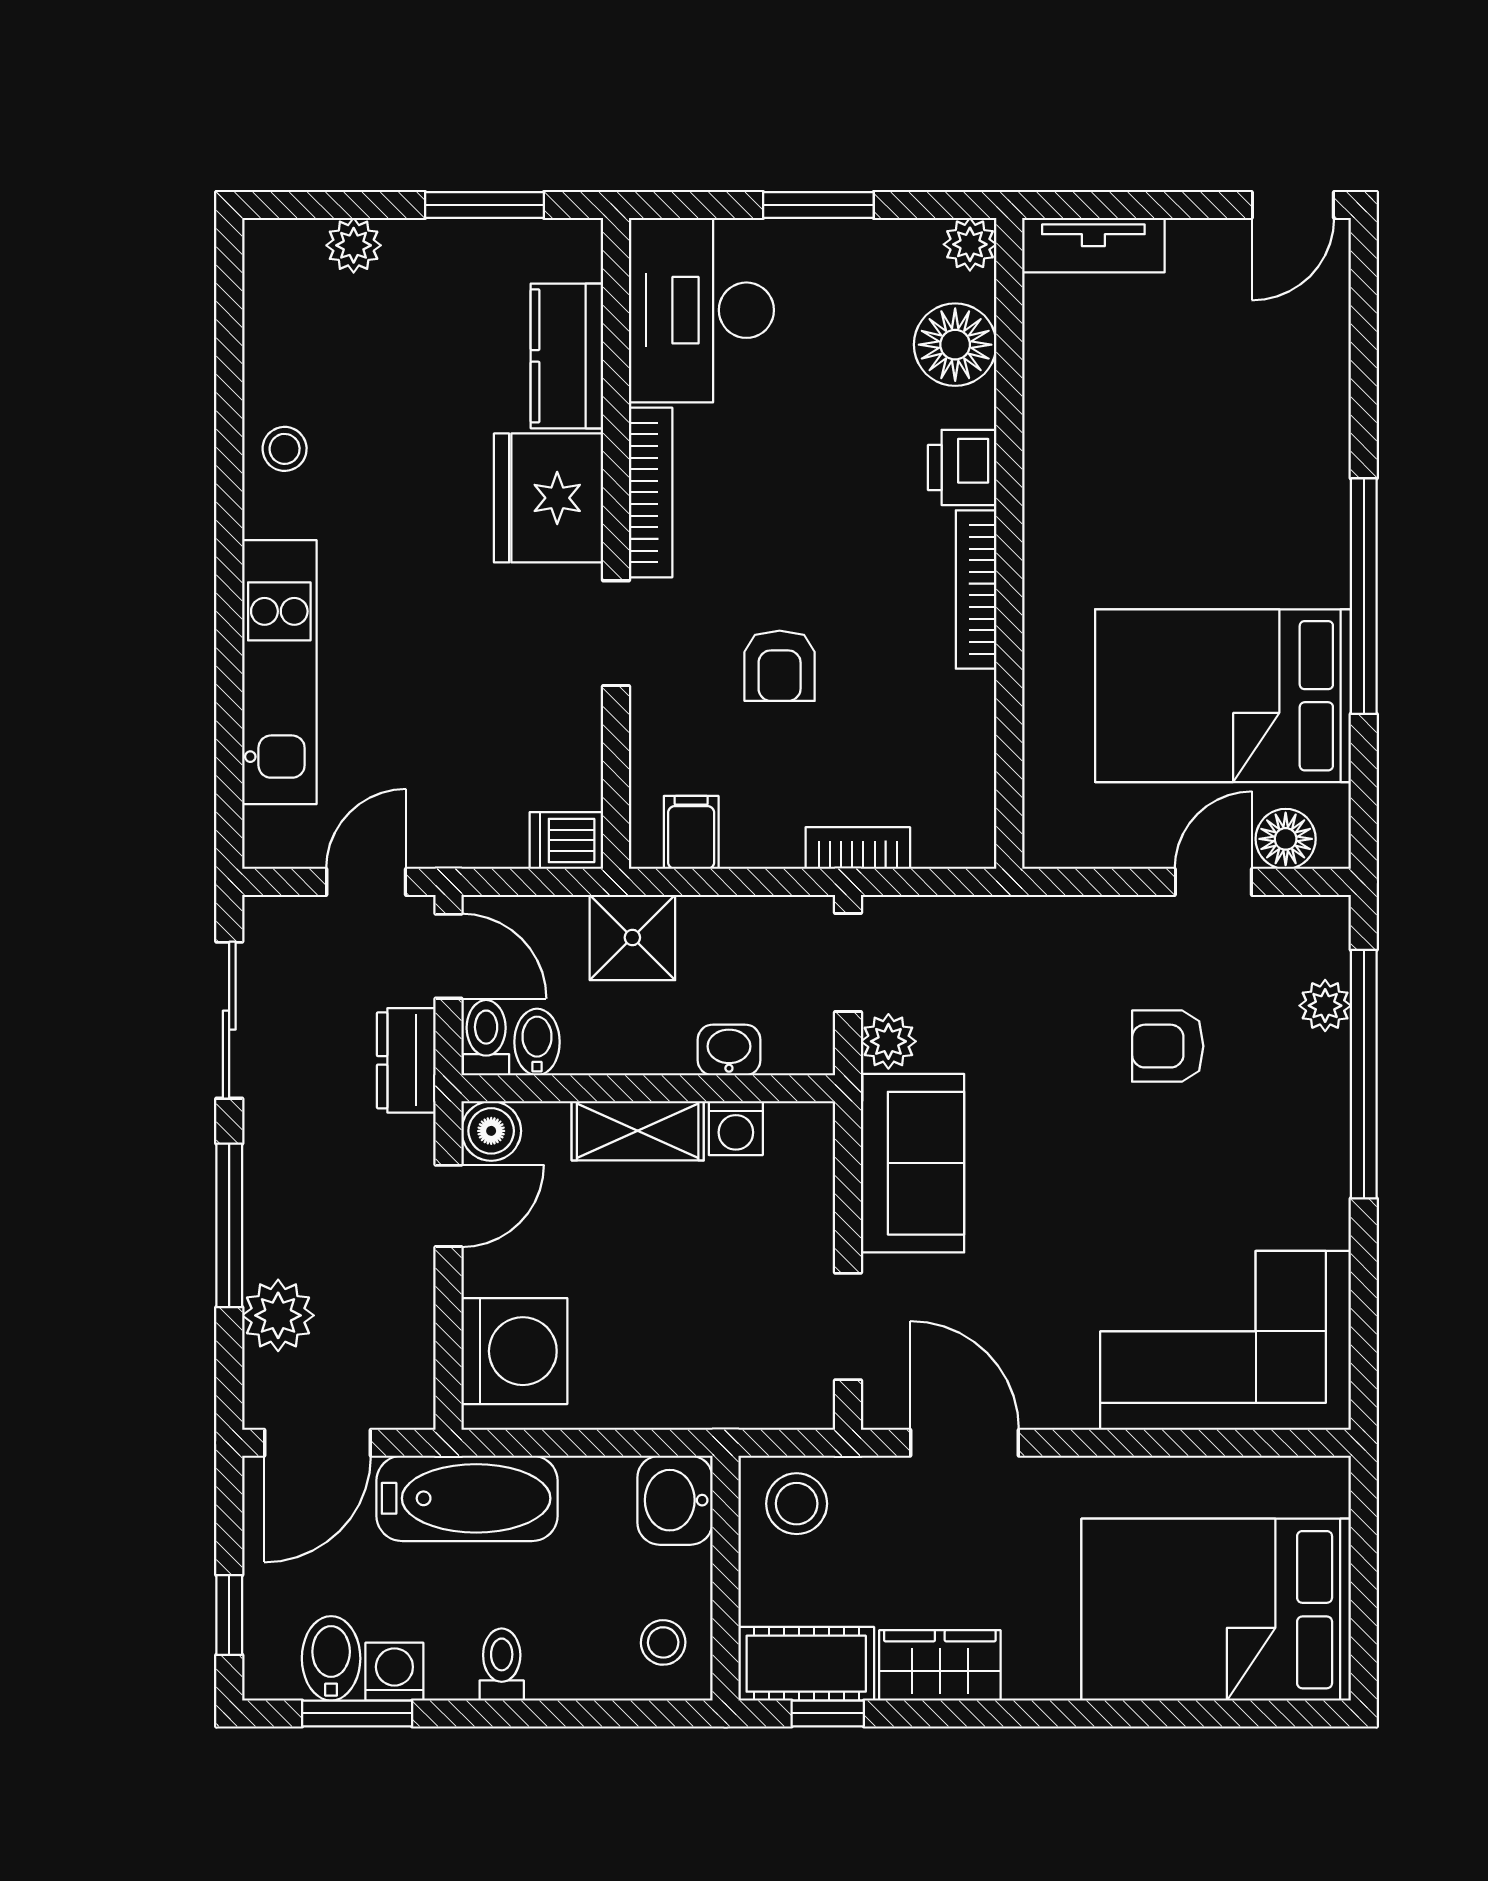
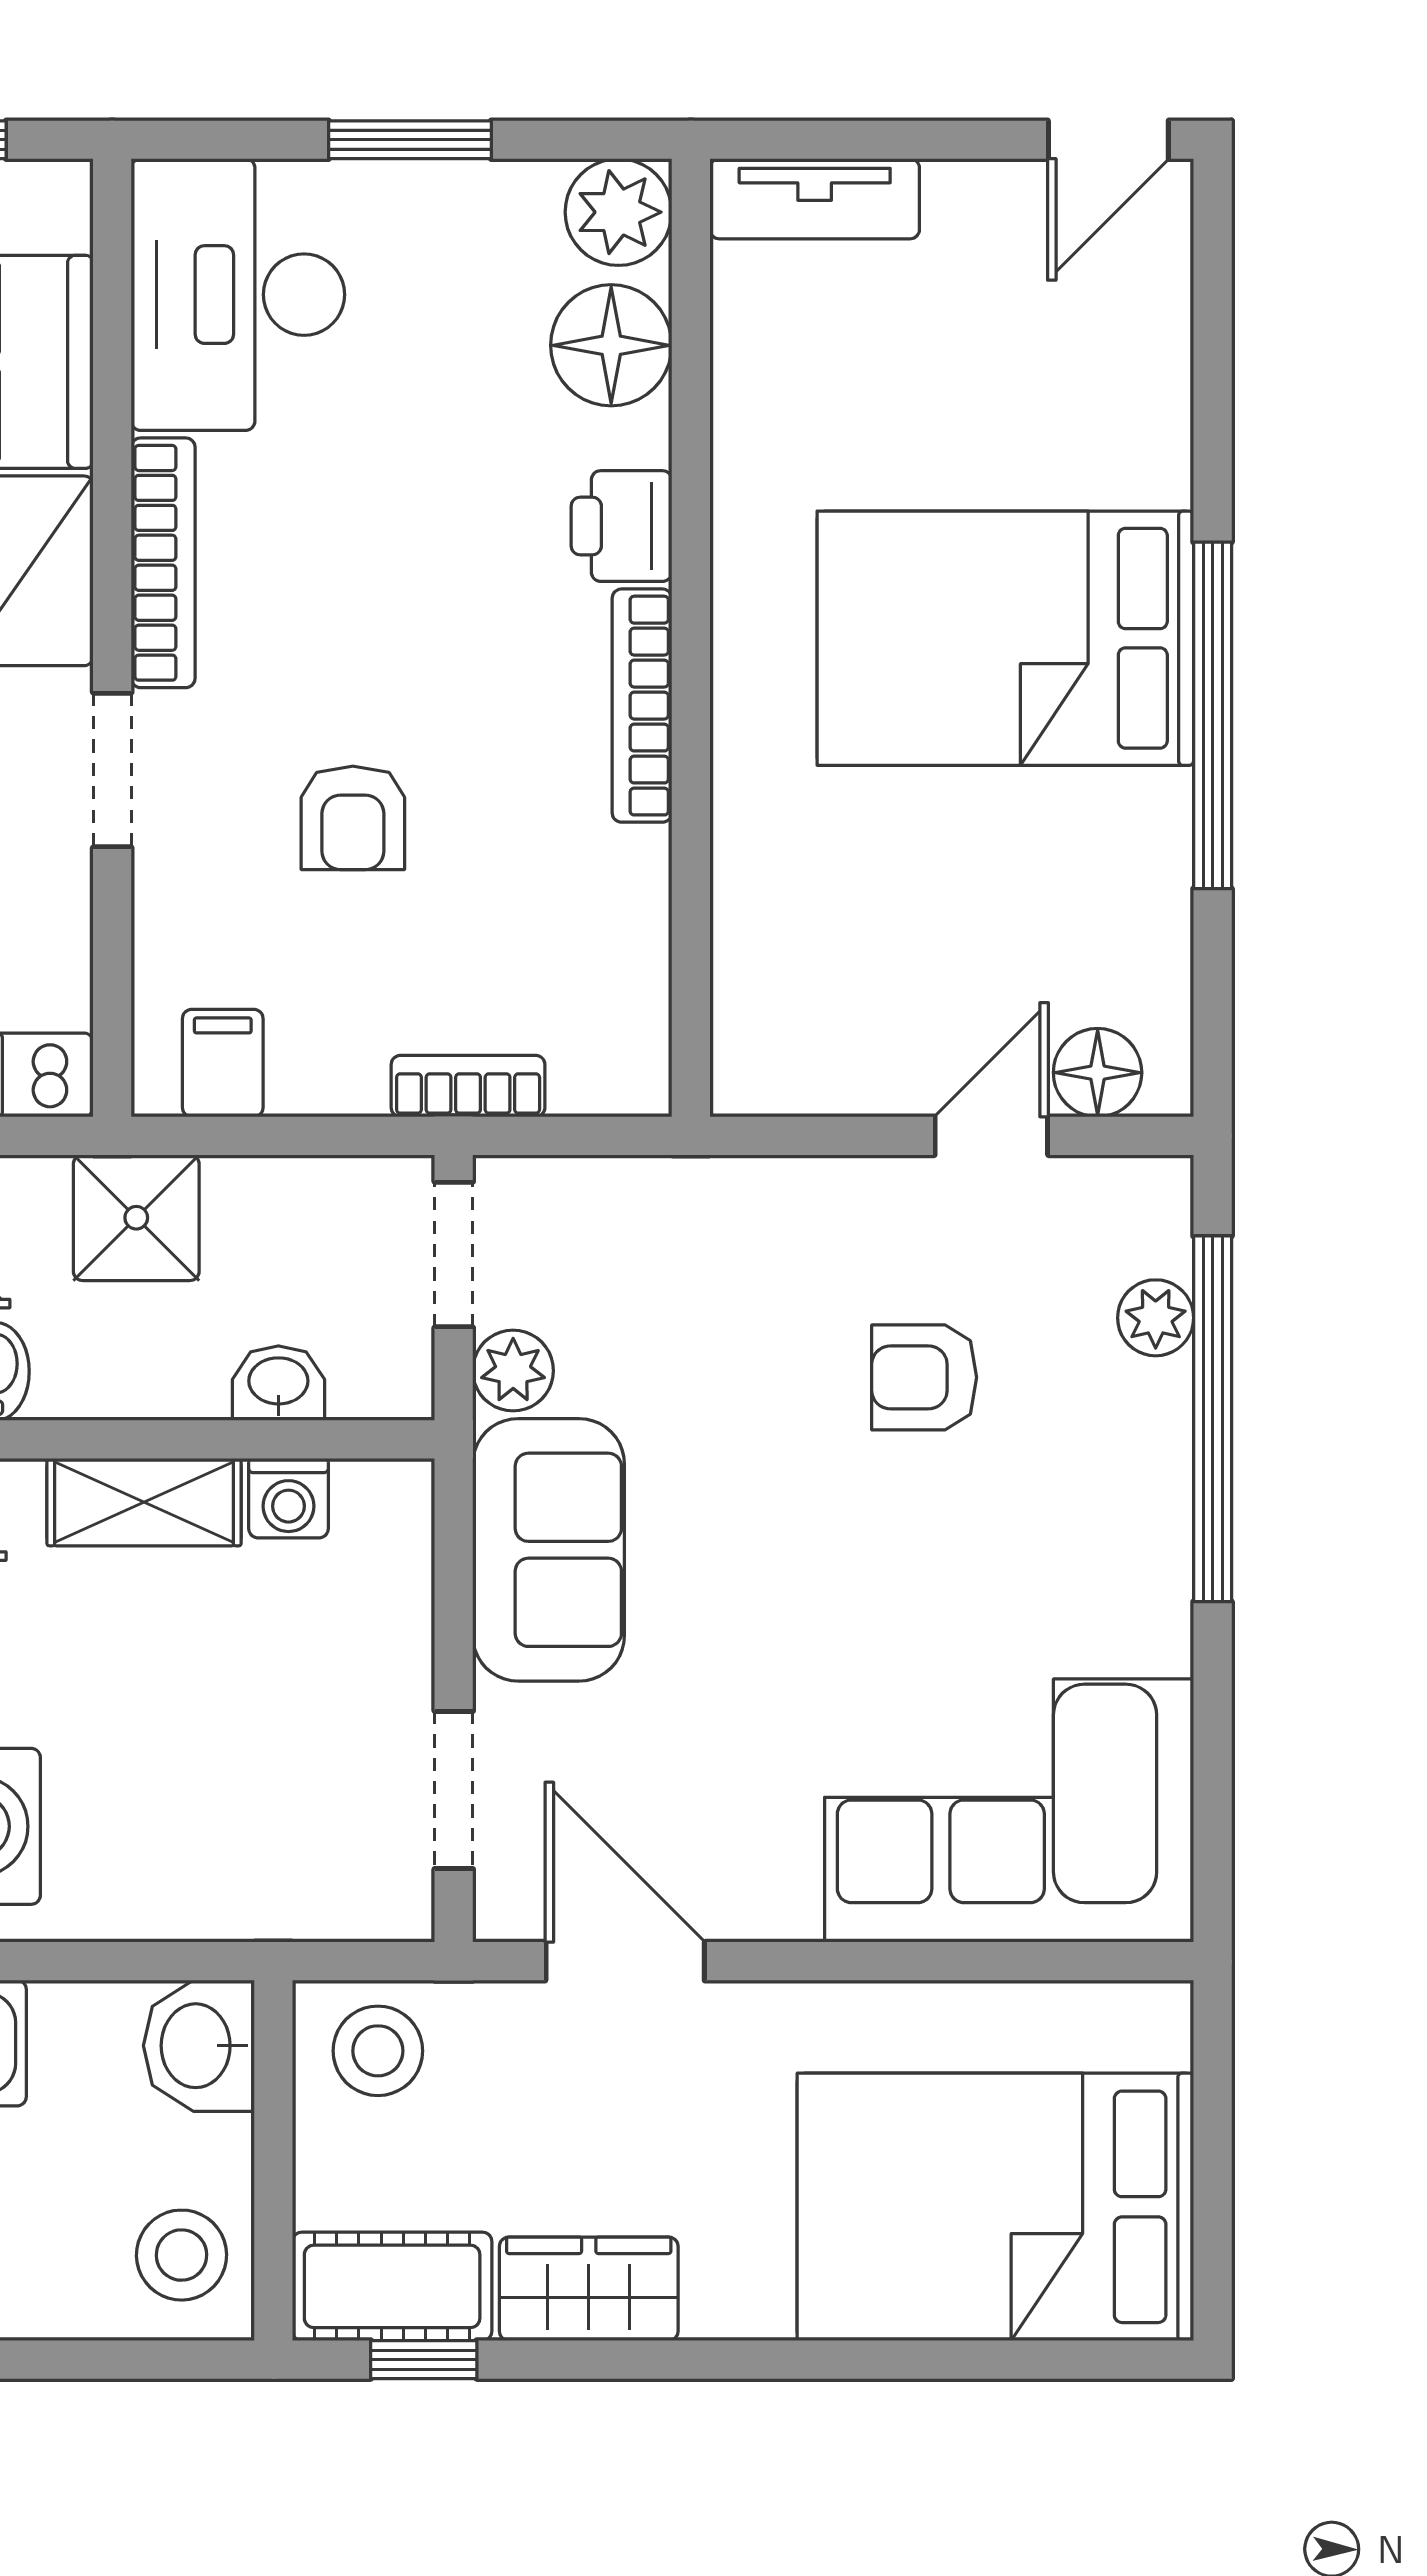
plant: (970, 244) -> (618, 212), width x1.38, depth x1.38
bed: (1223, 696) -> (1005, 638), moved
stool: (663, 1642) -> (181, 2255), width x1.37, depth x1.37

